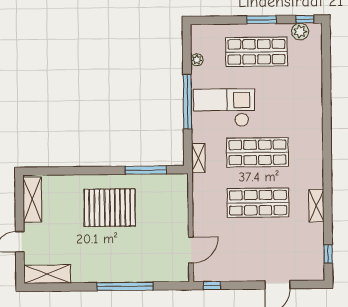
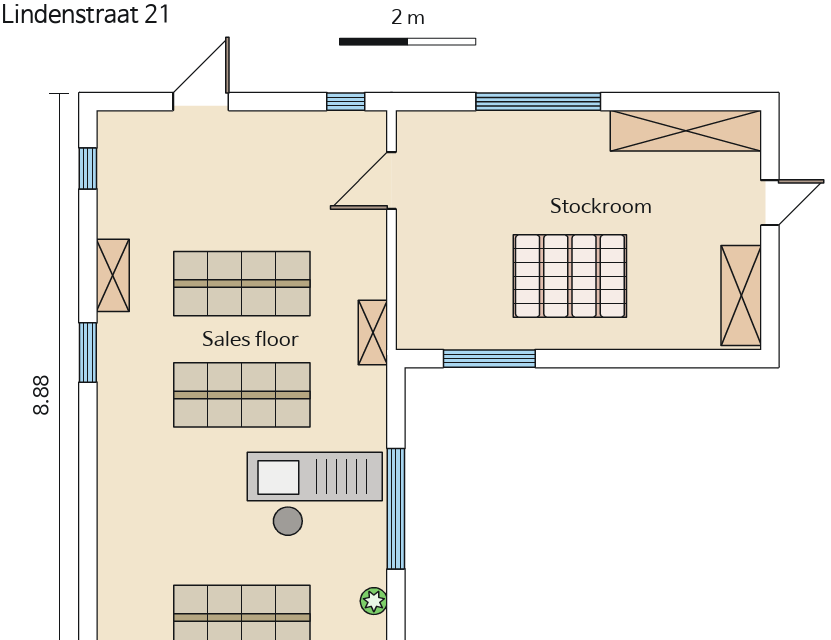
checkout: (224, 108) -> (315, 494), turned 180
shelving: (198, 158) -> (373, 332), moved
window: (327, 171) -> (88, 353), added
shelving: (47, 274) -> (686, 131), width x1.47

